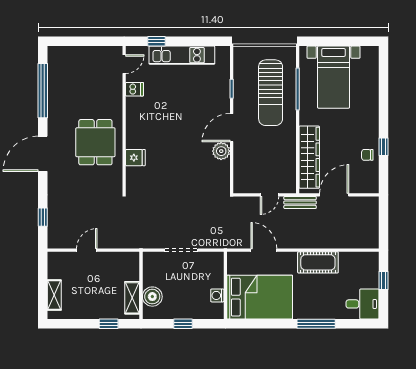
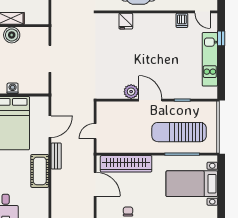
door: (269, 195) -> (95, 131), hinge flipped
bench: (300, 203) -> (56, 156), moved

